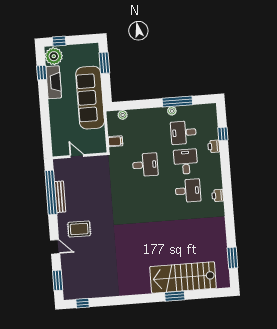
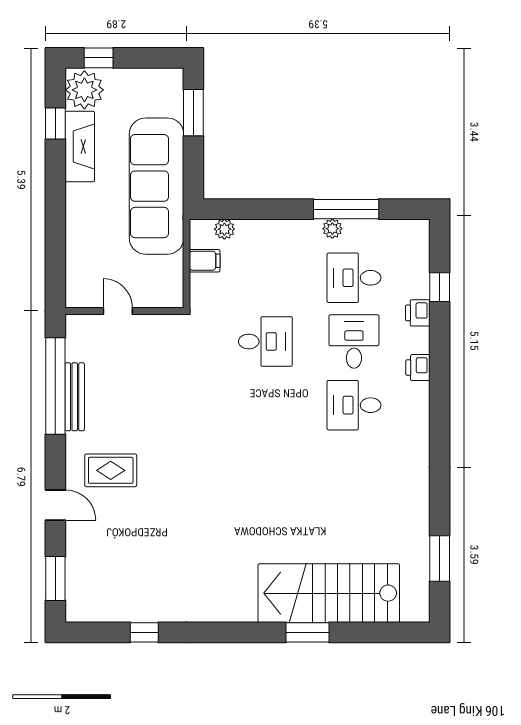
filing cabinet: (116, 141) -> (205, 261), moved
desk: (188, 191) -> (354, 405), turned 180
printer: (218, 196) -> (418, 368), moved
window: (83, 303) -> (144, 632), moved

